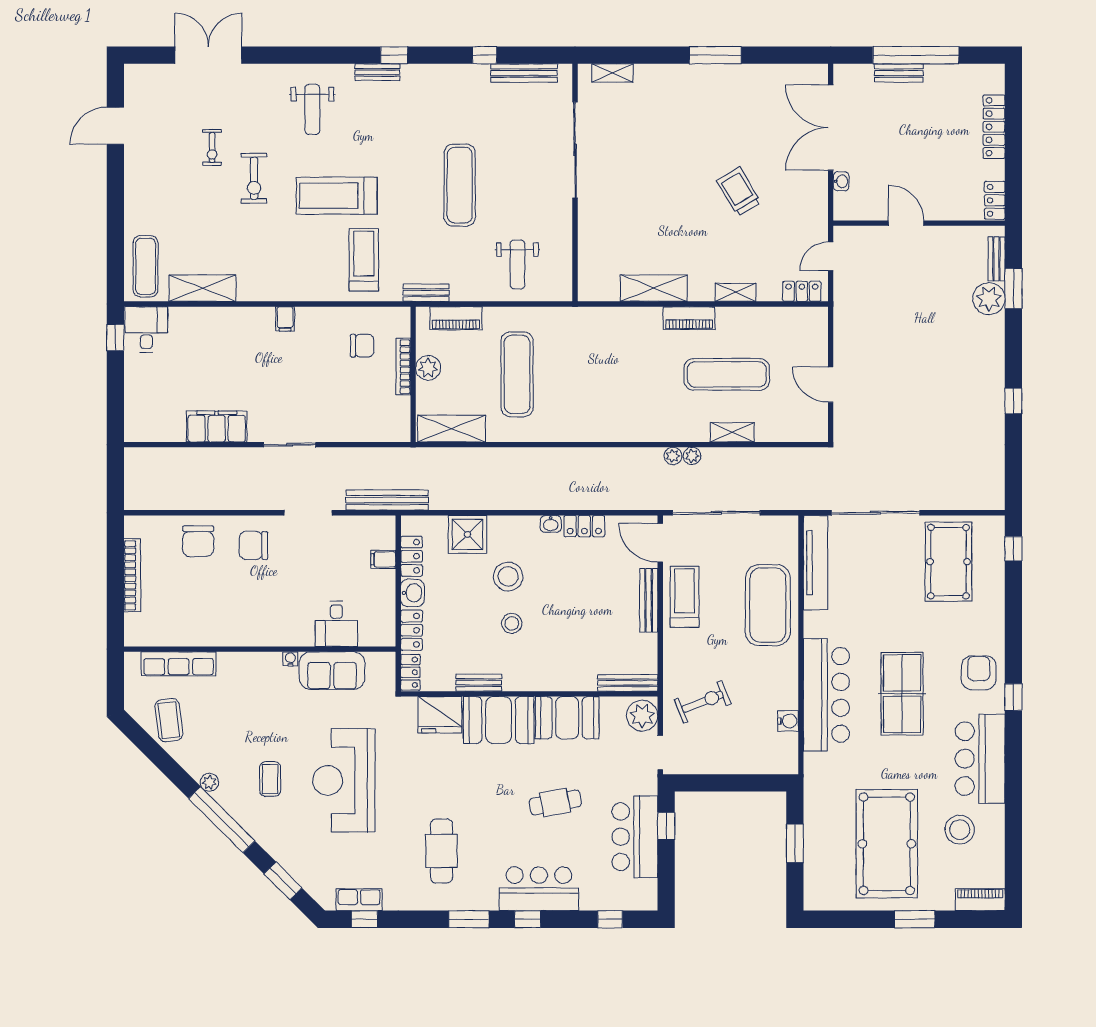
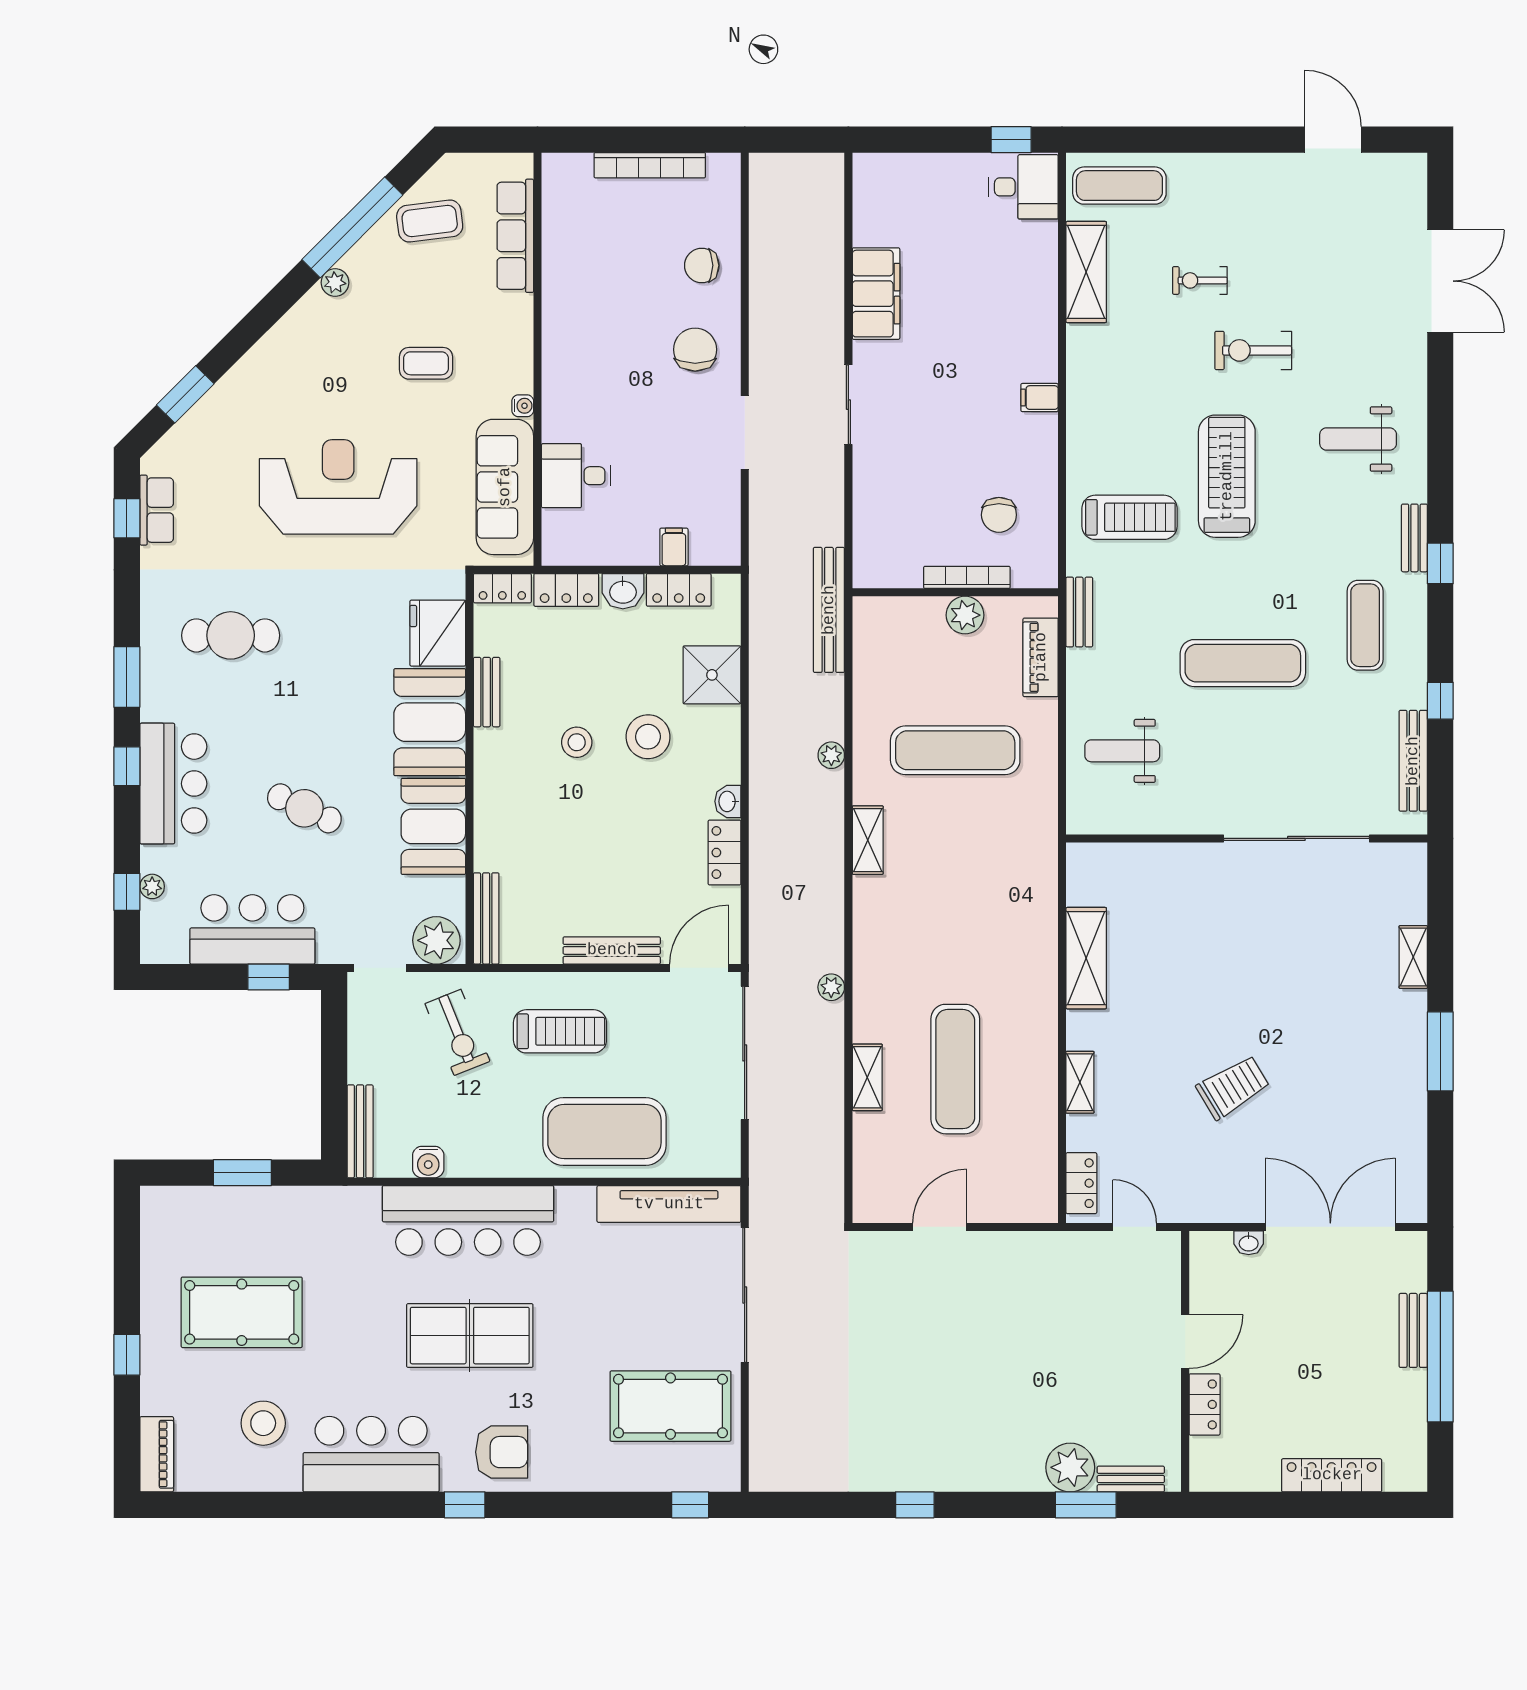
shelving: (612, 73) -> (1413, 957), moved
exercise mat: (435, 105) -> (1365, 625), added
exercise bike: (212, 148) -> (1200, 280), moved
locker: (995, 200) -> (1205, 1404), moved, turned 90
piano: (689, 318) -> (1041, 1012), removed
shelving: (451, 429) -> (868, 840), moved, width x0.67, depth x0.75
plant: (692, 456) -> (831, 755), moved
bench: (387, 500) -> (829, 610), moved
chair: (198, 541) -> (702, 265), width x0.73, depth x0.73
treadmill: (685, 597) -> (560, 1031), moved
sofa: (332, 671) -> (505, 487), width x1.36
bench: (768, 766) -> (360, 1131), added
coffee table: (270, 779) -> (426, 363), moved
cafe table: (555, 803) -> (304, 808), turned -54
window: (222, 820) -> (352, 227), moved
pool table: (887, 844) -> (242, 1312), width x0.73, depth x0.76
plant: (607, 903) -> (152, 886), added
window: (915, 919) -> (127, 1355), width x0.67

